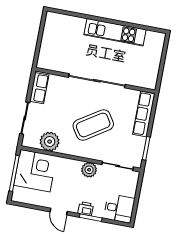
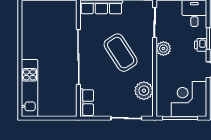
kitchen unit: (115, 32) -> (30, 88), moved
row of seats: (39, 88) -> (87, 103), moved, turned 90
corner desk: (35, 171) -> (189, 99), moved

